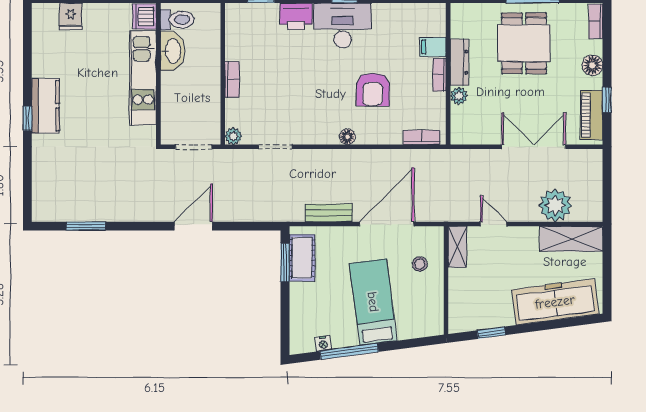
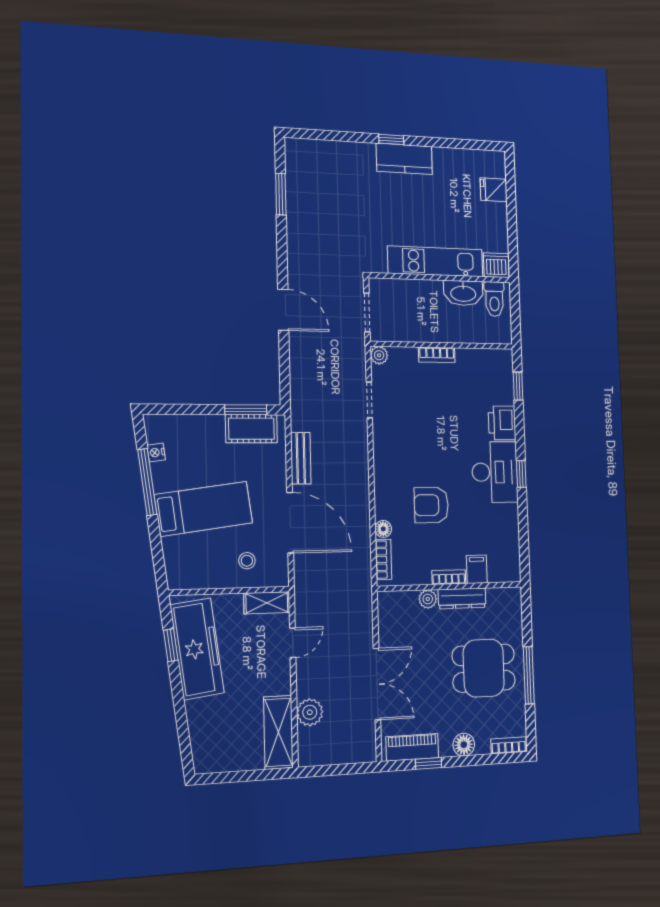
floor lamp: (347, 137) -> (383, 529), moved
plant: (555, 205) -> (310, 712), width x0.73, depth x0.73
freezer: (555, 302) -> (197, 649), moved

